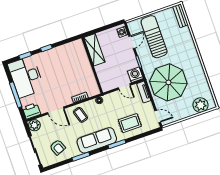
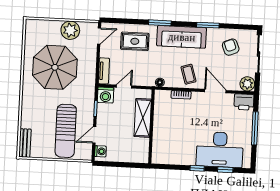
shelving: (94, 50) -> (143, 118), moved
desk: (26, 77) -> (220, 150), moved, turned 90
parasol: (168, 82) -> (55, 67), moved
door: (124, 87) -> (124, 87), hinge flipped
plant: (201, 105) -> (70, 30), moved
door: (158, 116) -> (99, 36), swing flipped

